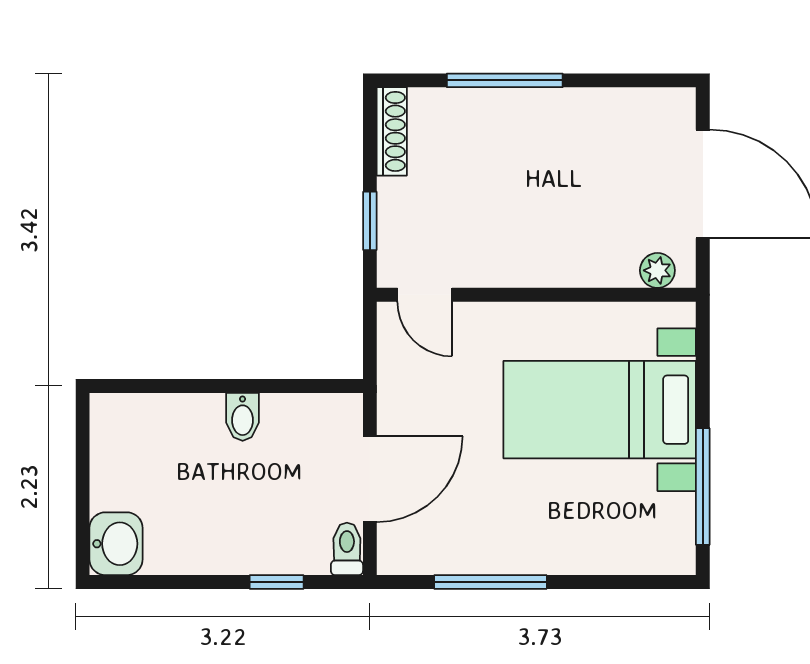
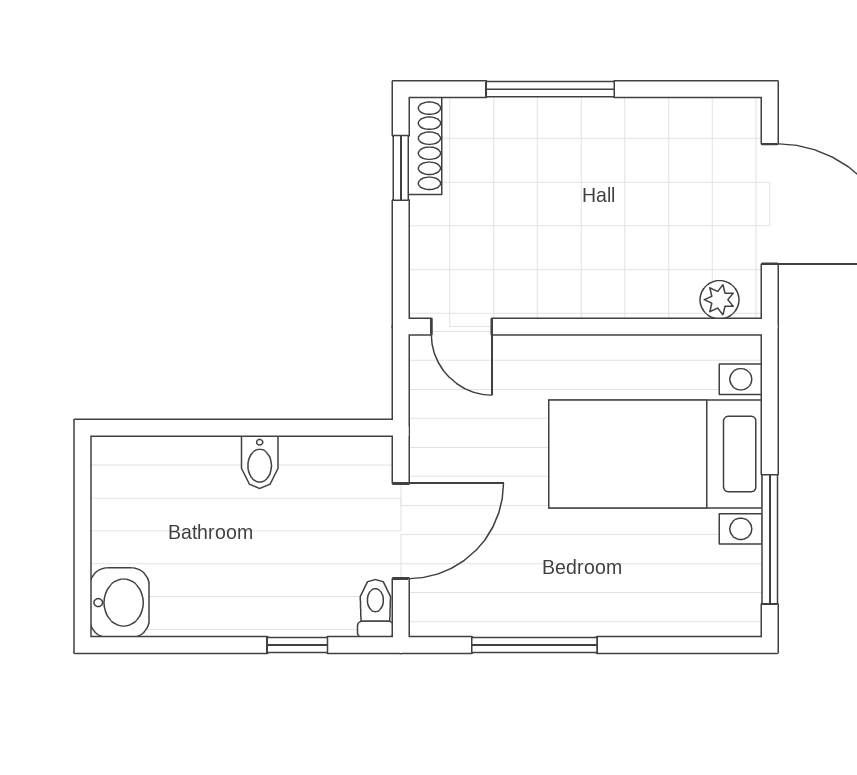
window: (370, 221) -> (401, 168), moved

